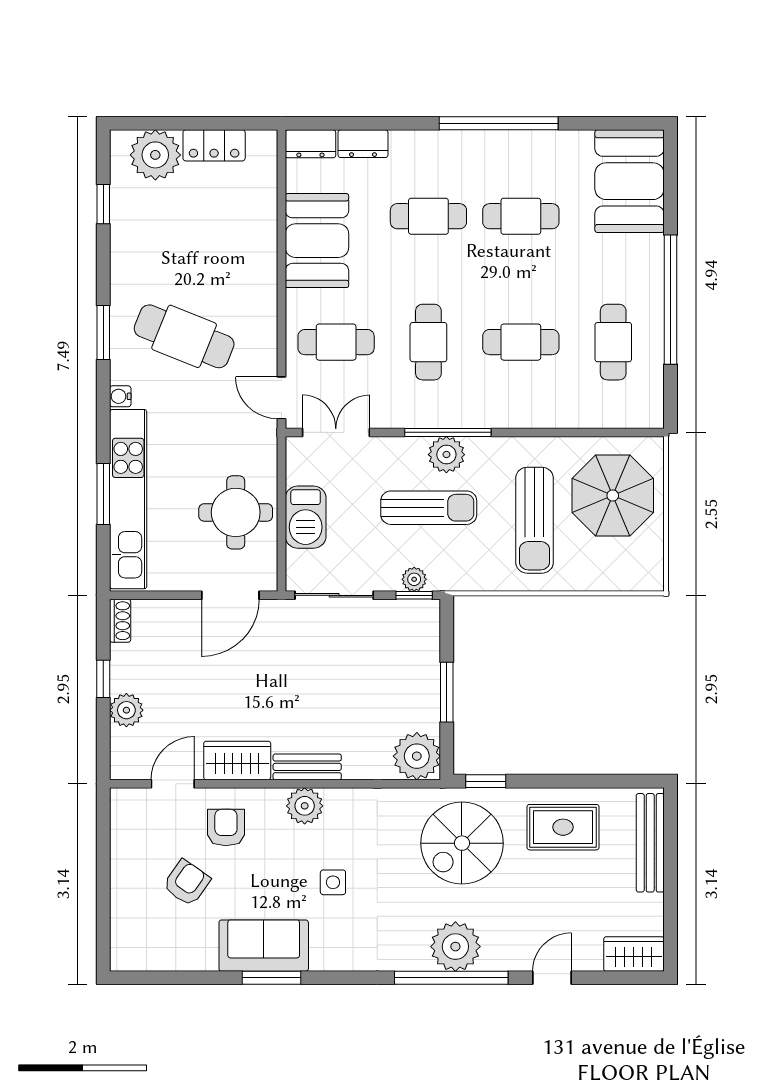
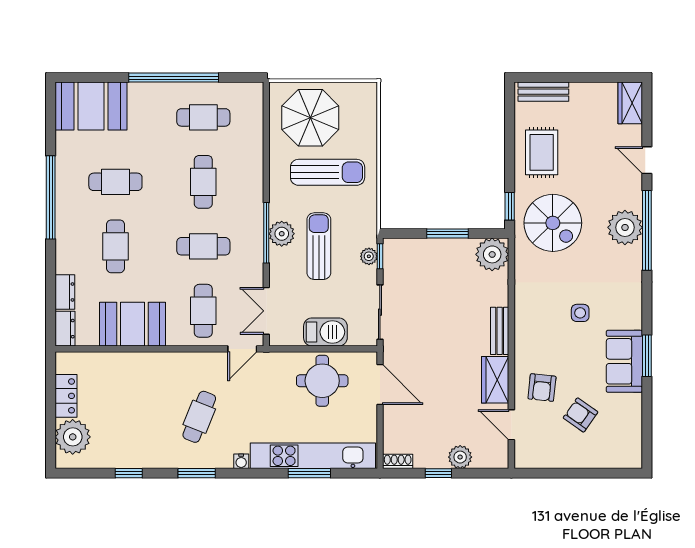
window: (103, 204) -> (129, 473), moved
cafe table: (521, 216) -> (115, 182), turned 90
cafe table: (184, 336) -> (199, 417), width x0.73, depth x0.74
plant: (305, 806) -> (527, 333), removed
armchair: (226, 828) -> (542, 388), turned -84
bench: (650, 843) -> (543, 92), width x0.73

